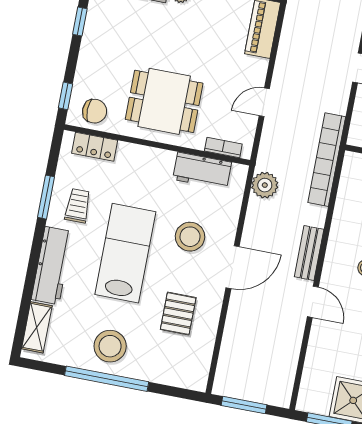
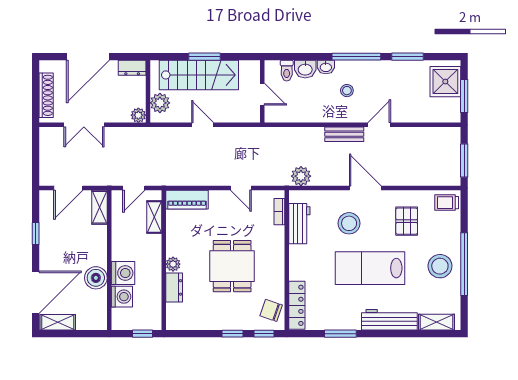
window: (80, 21) -> (232, 334), moved
dining table: (164, 101) -> (232, 266), moved
chair: (95, 111) -> (271, 310), turned -71
locker: (95, 147) -> (297, 305), width x1.53
bookcase: (327, 160) -> (274, 135), removed
trolley: (78, 206) -> (447, 203), moved
pallet: (178, 314) -> (407, 221), turned 90

